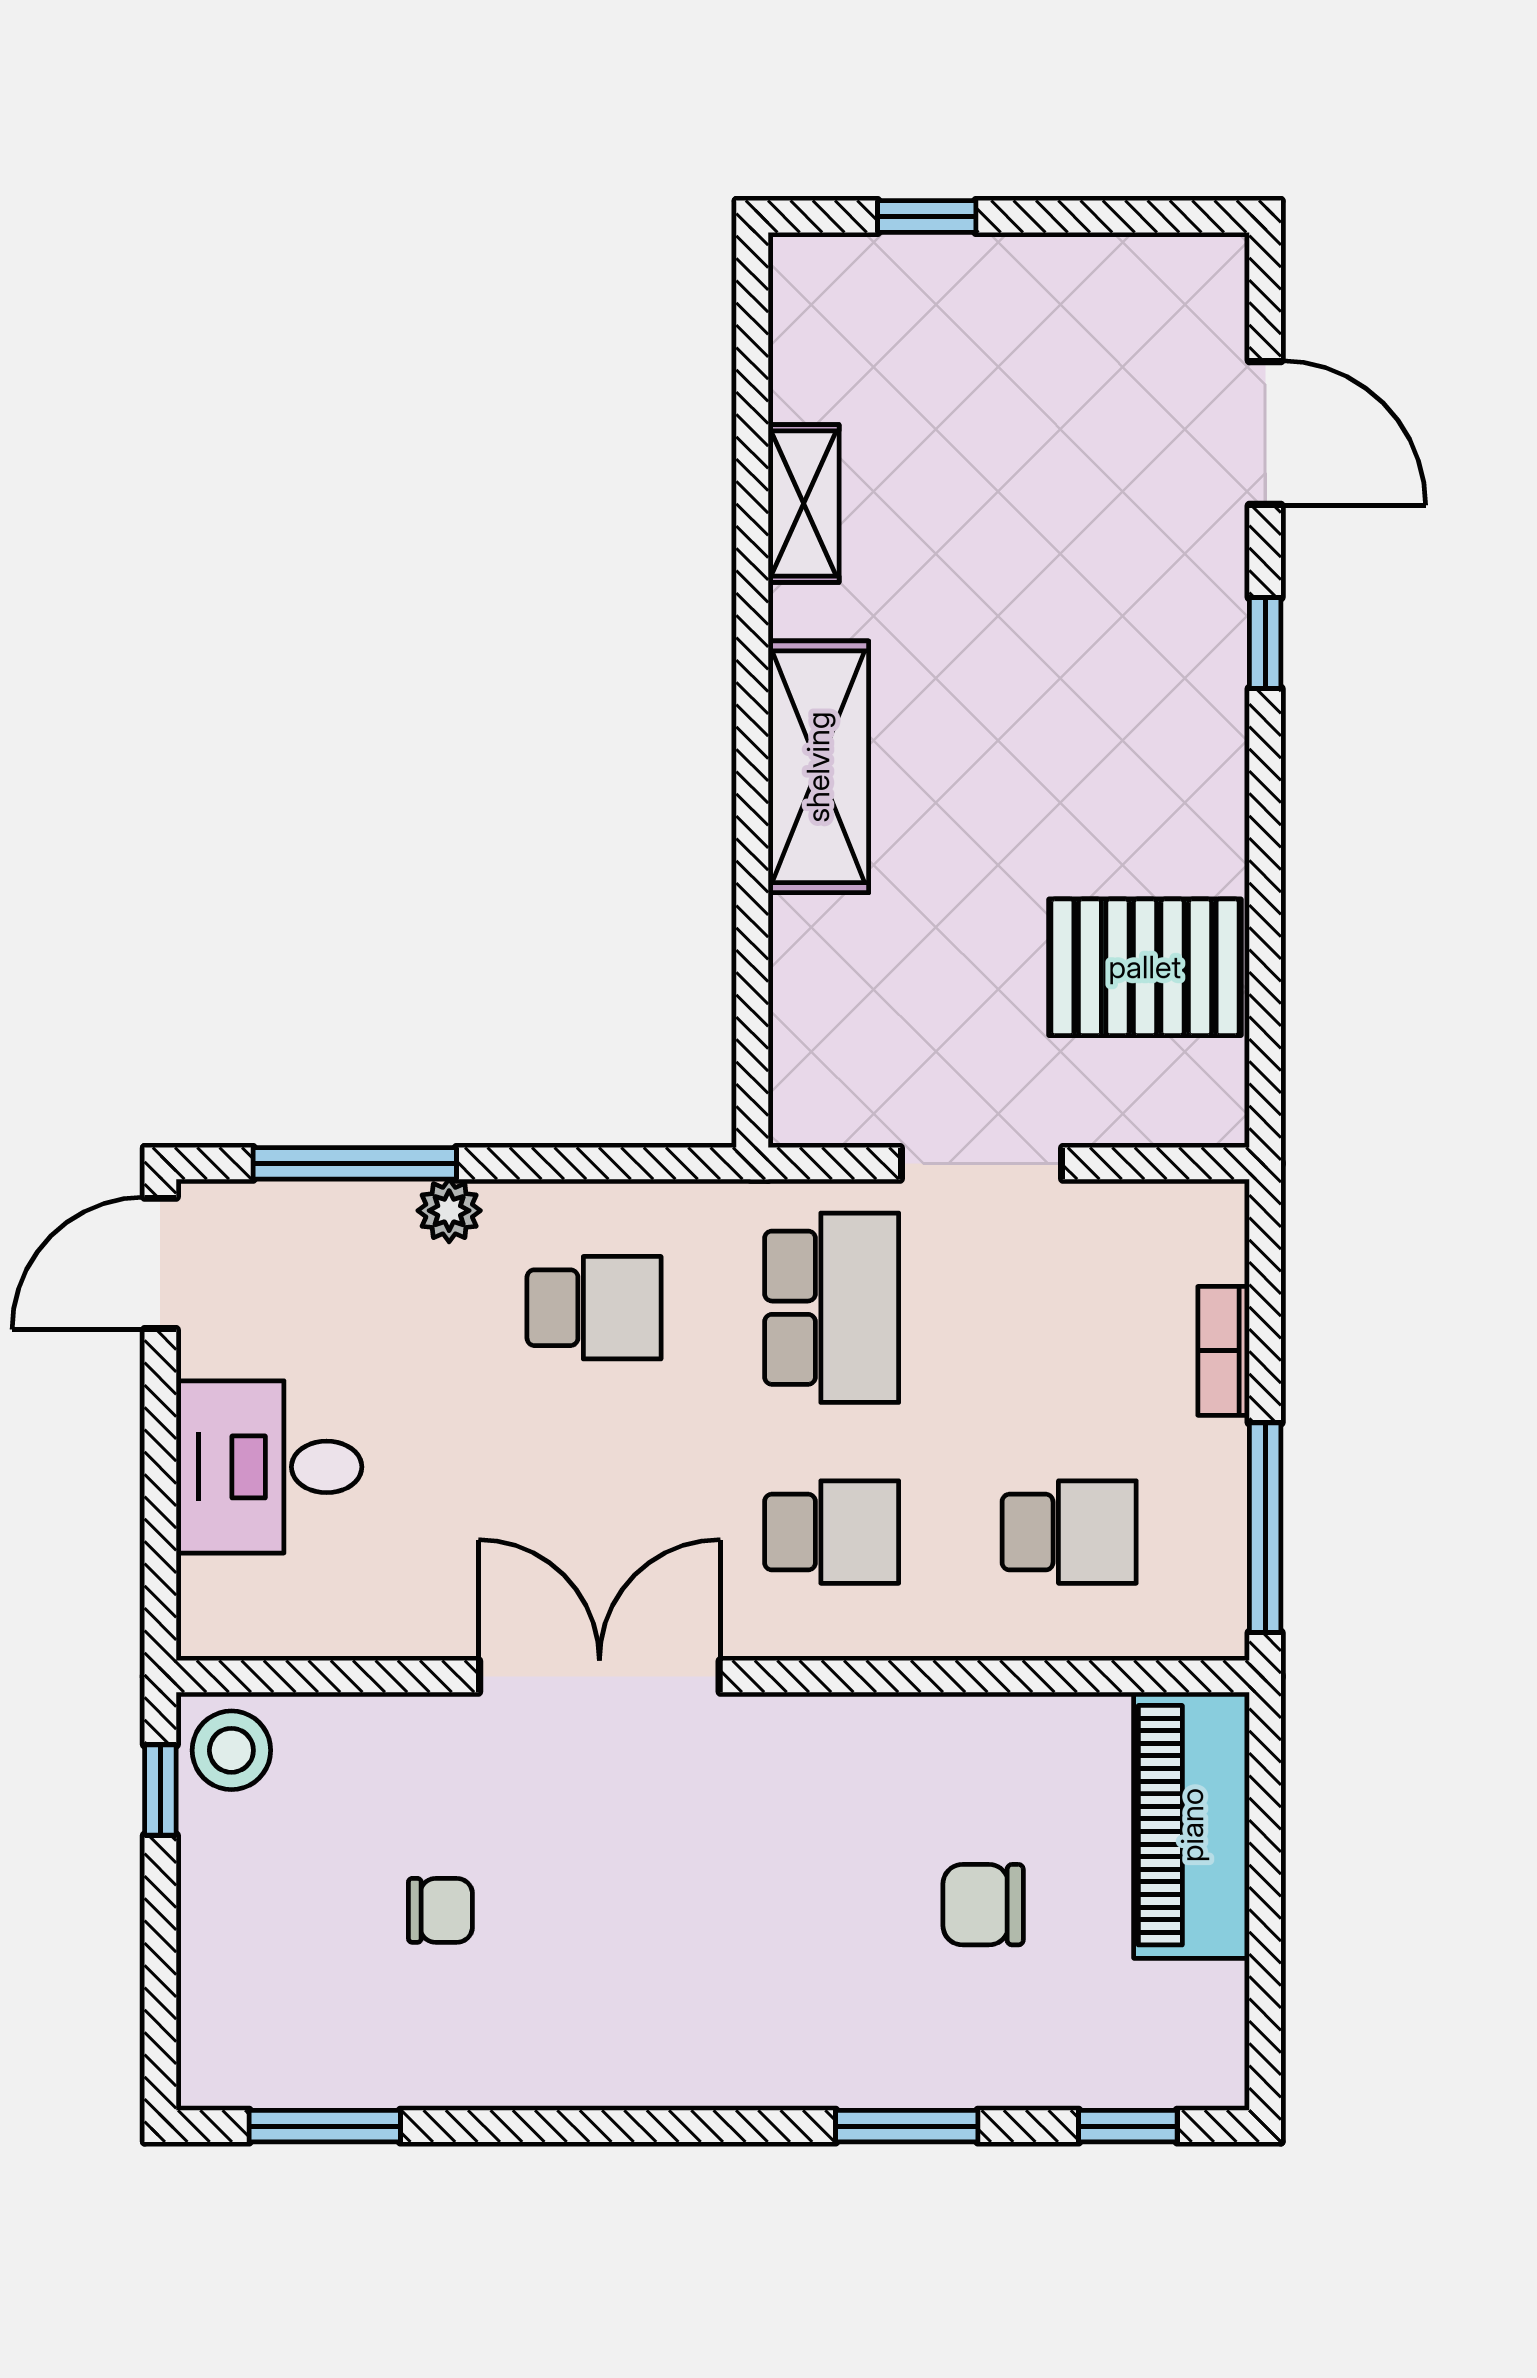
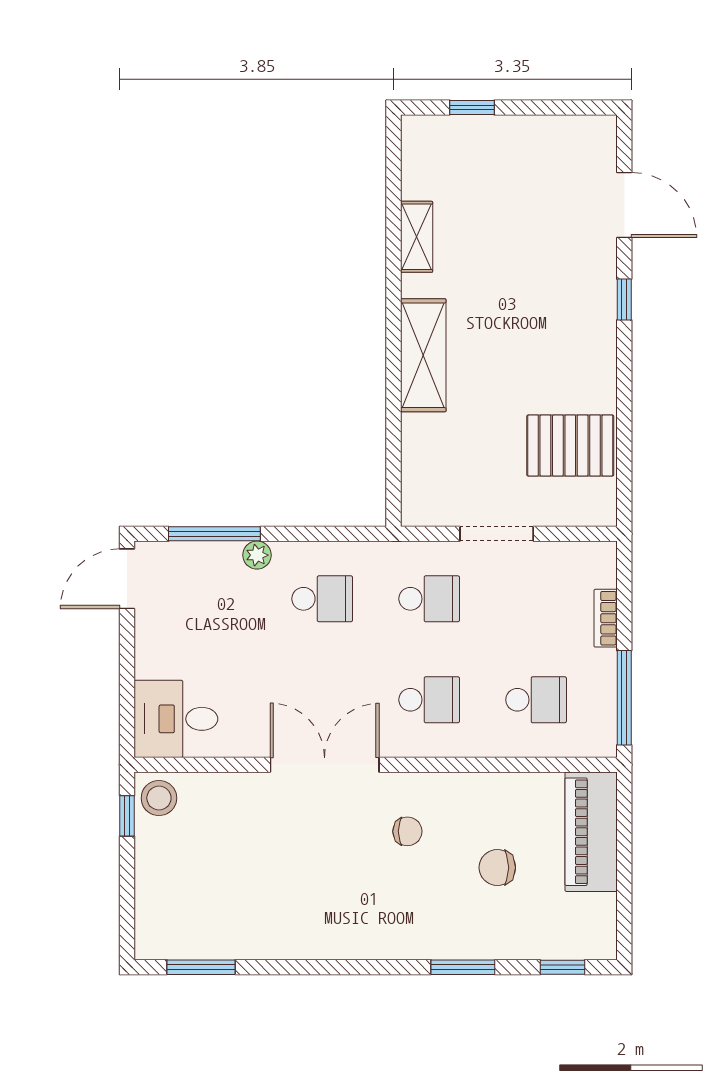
school desk: (832, 1308) -> (429, 599), width x0.54
desk: (269, 1467) -> (176, 719), moved
chair: (440, 1910) -> (407, 831), moved

